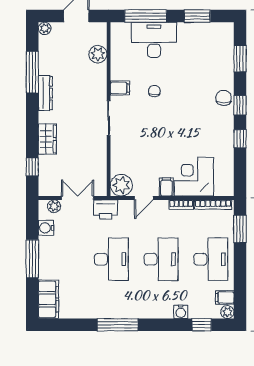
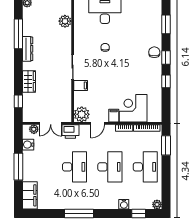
filing cabinet: (120, 88) -> (81, 85), moved
double door: (78, 198) -> (51, 123), swing flipped
filing cabinet: (225, 297) -> (155, 194), removed

